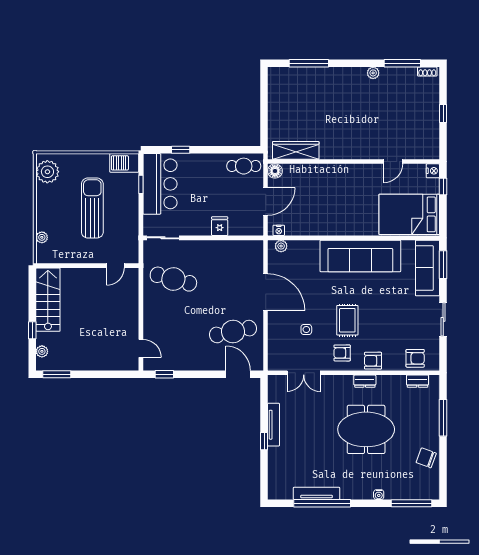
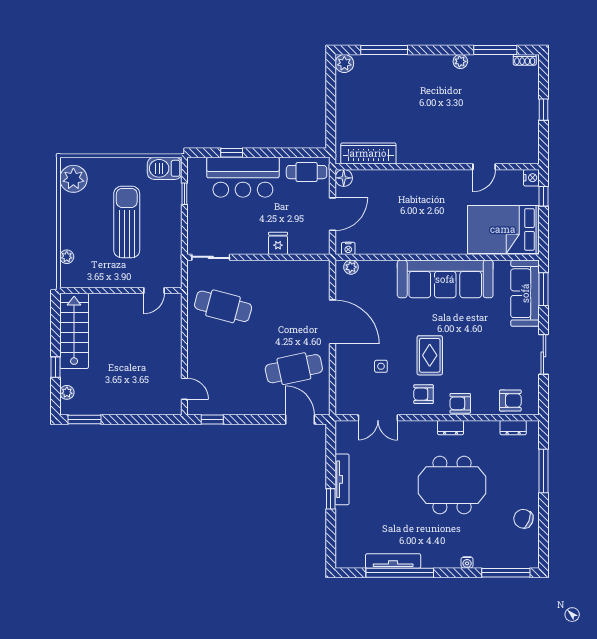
plant: (275, 75) -> (344, 63), added
bar counter: (160, 184) -> (243, 177), moved, turned 90

